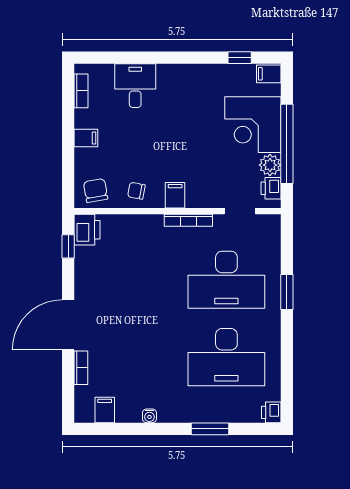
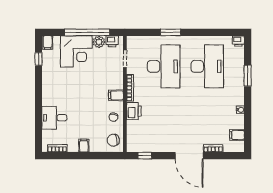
printer: (87, 230) -> (134, 111), moved, turned 90

